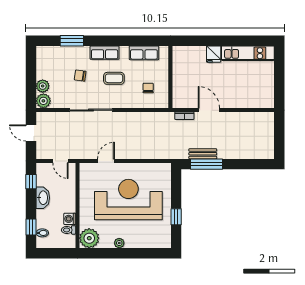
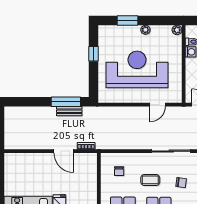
reception desk: (128, 200) -> (137, 69), turned 180
plant: (89, 238) -> (177, 30), width x0.53, depth x0.53
window: (139, 253) -> (128, 21), added

